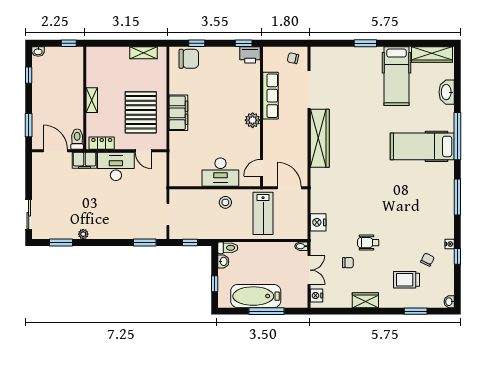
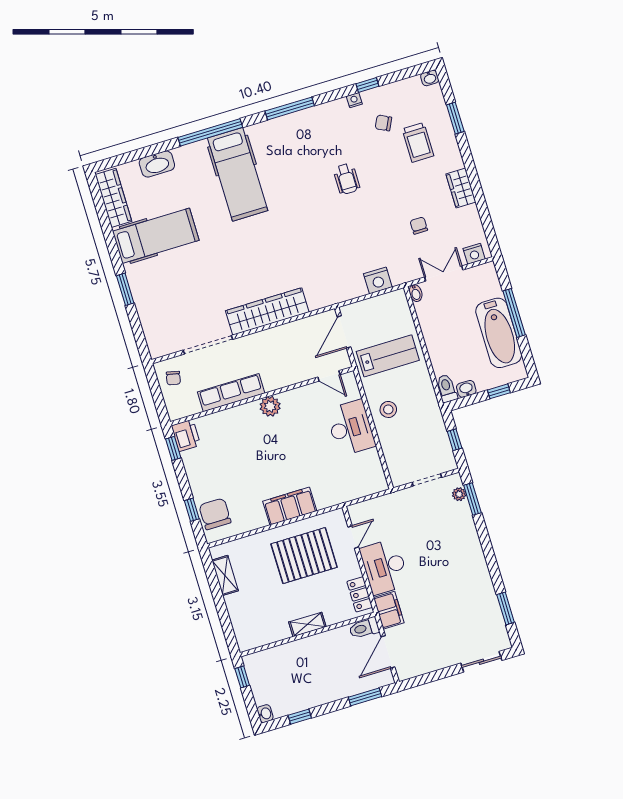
plant: (83, 234) -> (459, 494), moved
wheelchair: (368, 243) -> (347, 179), moved

